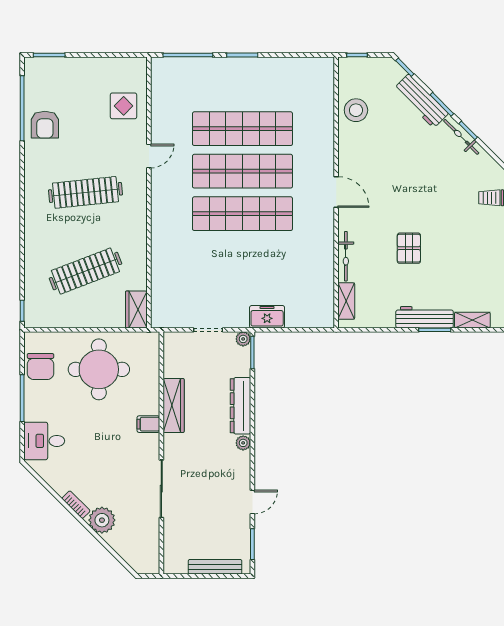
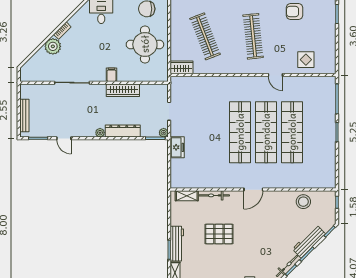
pallet: (409, 248) -> (219, 234), width x1.50, depth x1.42

